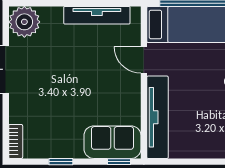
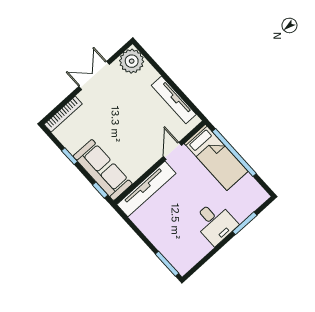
bookcase: (16, 141) -> (63, 114), width x1.56
sofa: (112, 142) -> (103, 170), width x1.36

